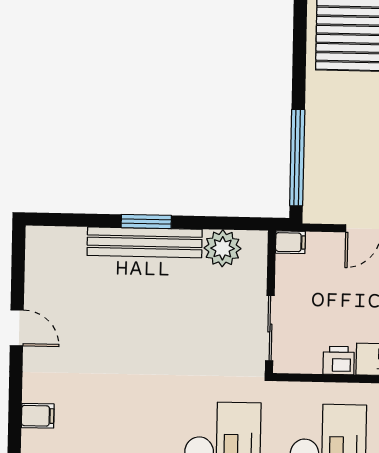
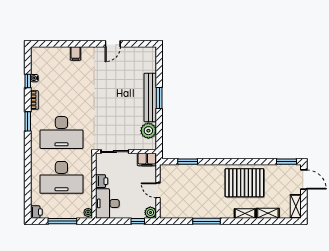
window: (297, 158) -> (188, 162), width x0.47
filing cabinet: (290, 242) -> (147, 160), width x2.00

